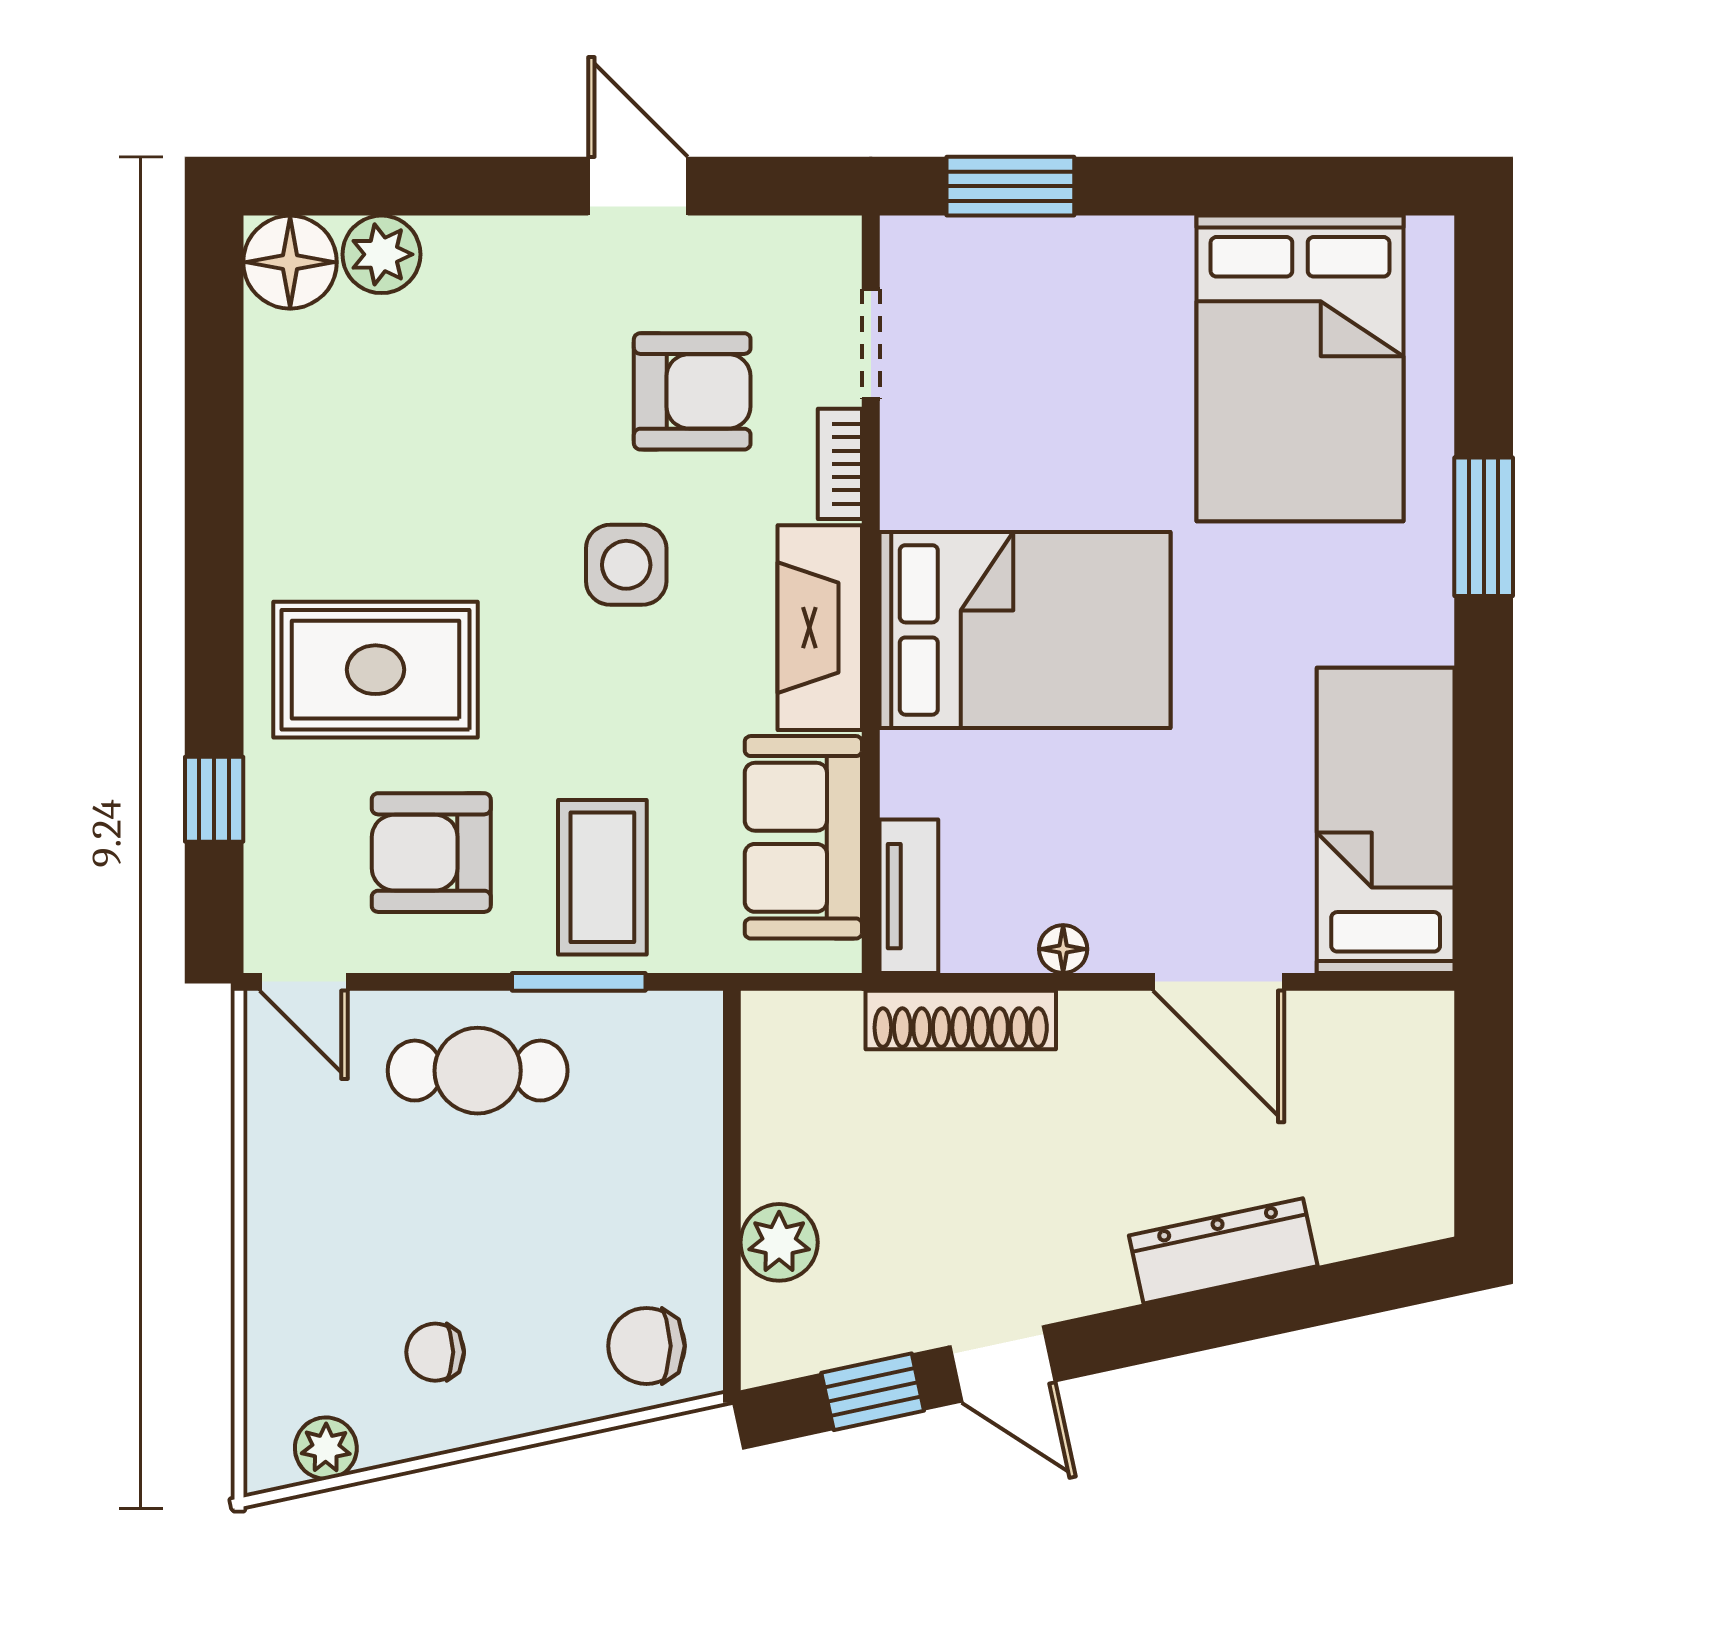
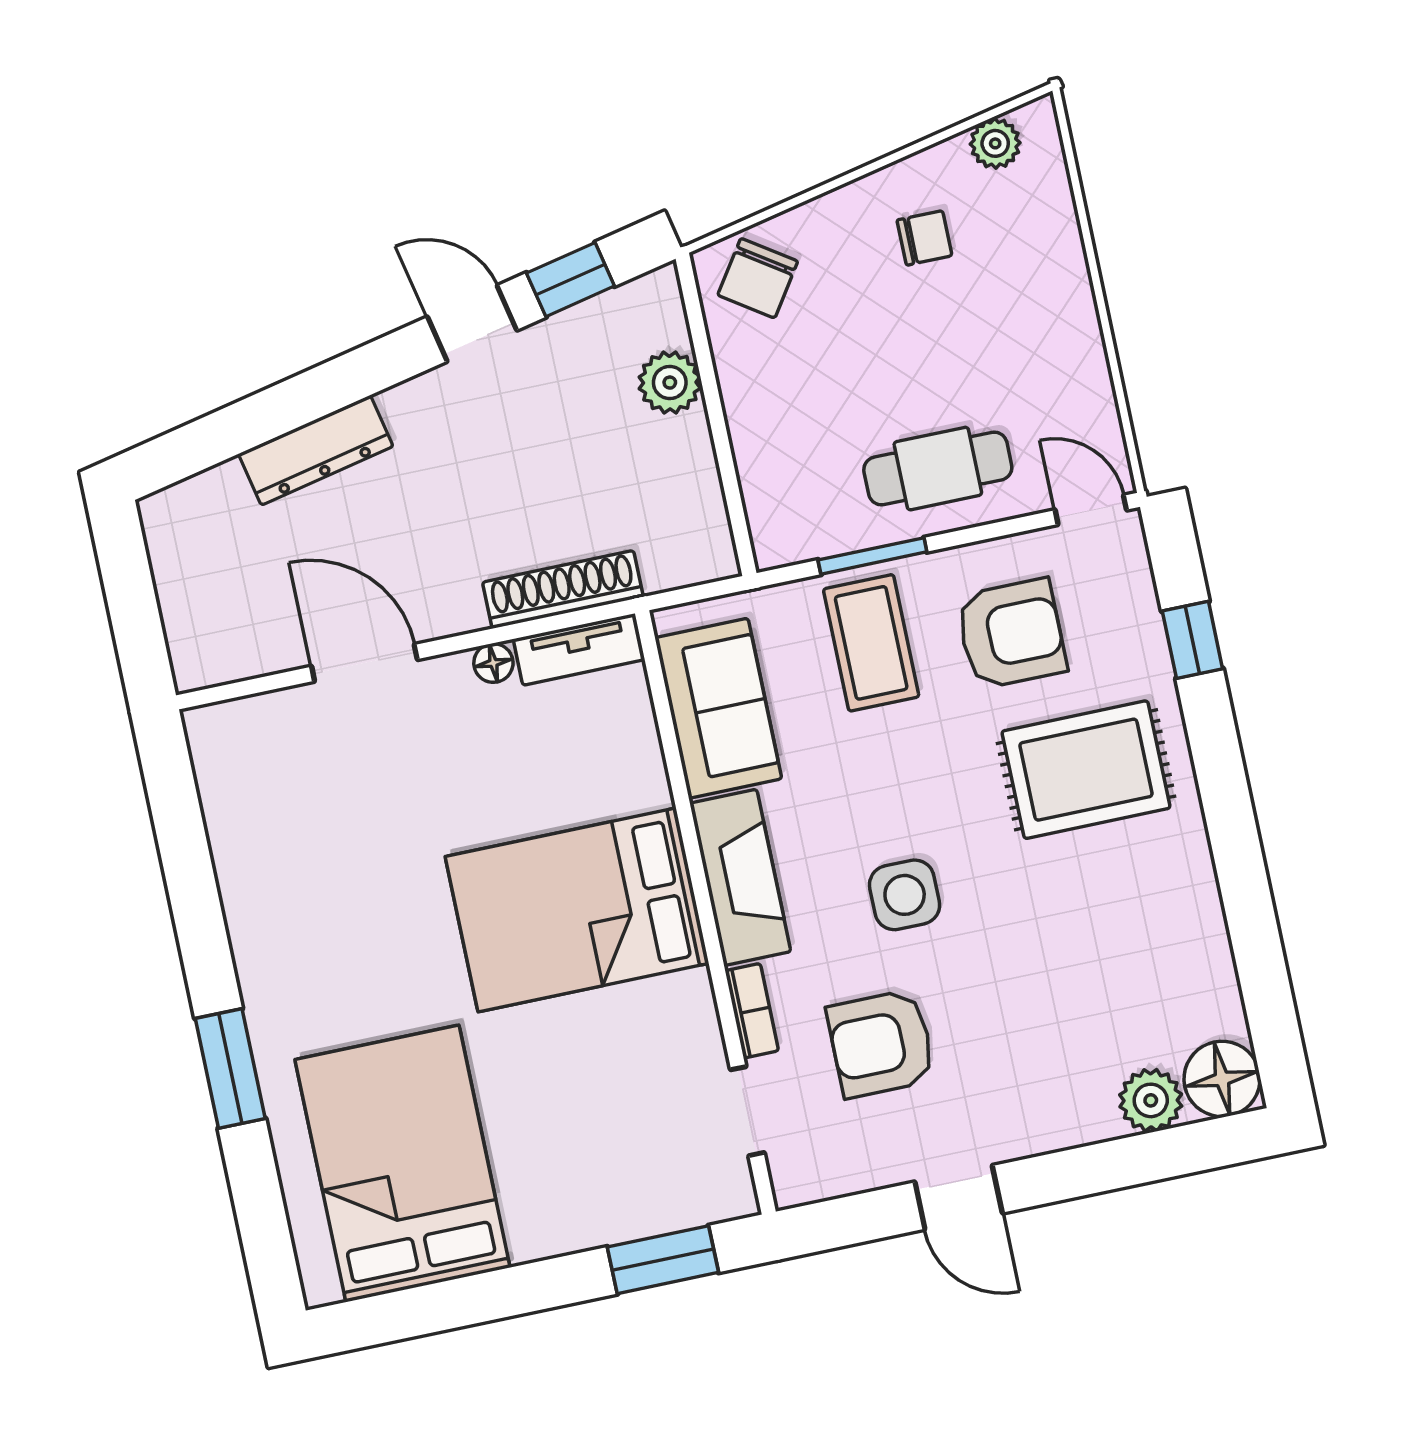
bed: (1386, 820) -> (259, 819), removed
tv unit: (909, 896) -> (579, 649), moved, turned -90
chair: (647, 1346) -> (758, 278), turned 124

